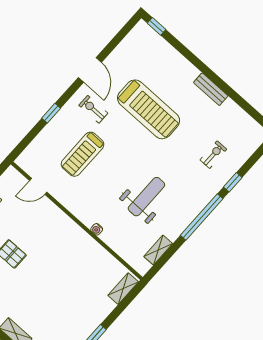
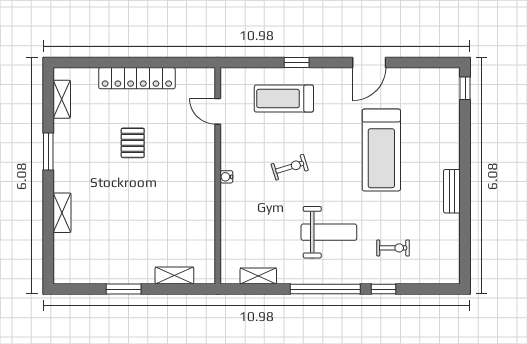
exercise bike: (93, 109) -> (290, 167), moved, turned 73
treadmill: (83, 154) -> (284, 98), moved
weight bench: (146, 197) -> (329, 232), moved
water cooler: (97, 229) -> (226, 177), moved
shelving: (123, 289) -> (174, 276), moved

